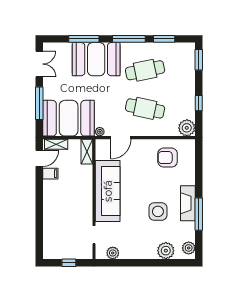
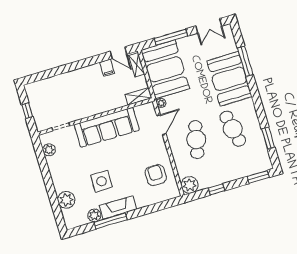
window: (129, 39) -> (258, 104), removed
door: (121, 138) -> (161, 125), swing flipped
plant: (189, 248) -> (94, 215), moved

